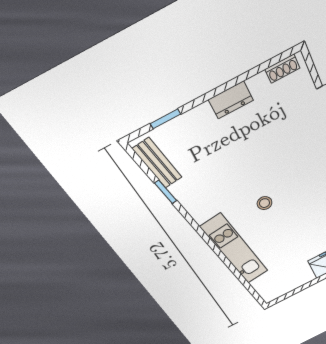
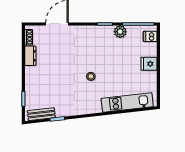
dresser: (231, 100) -> (30, 56), moved
kitchen unit: (235, 249) -> (127, 102), moved

